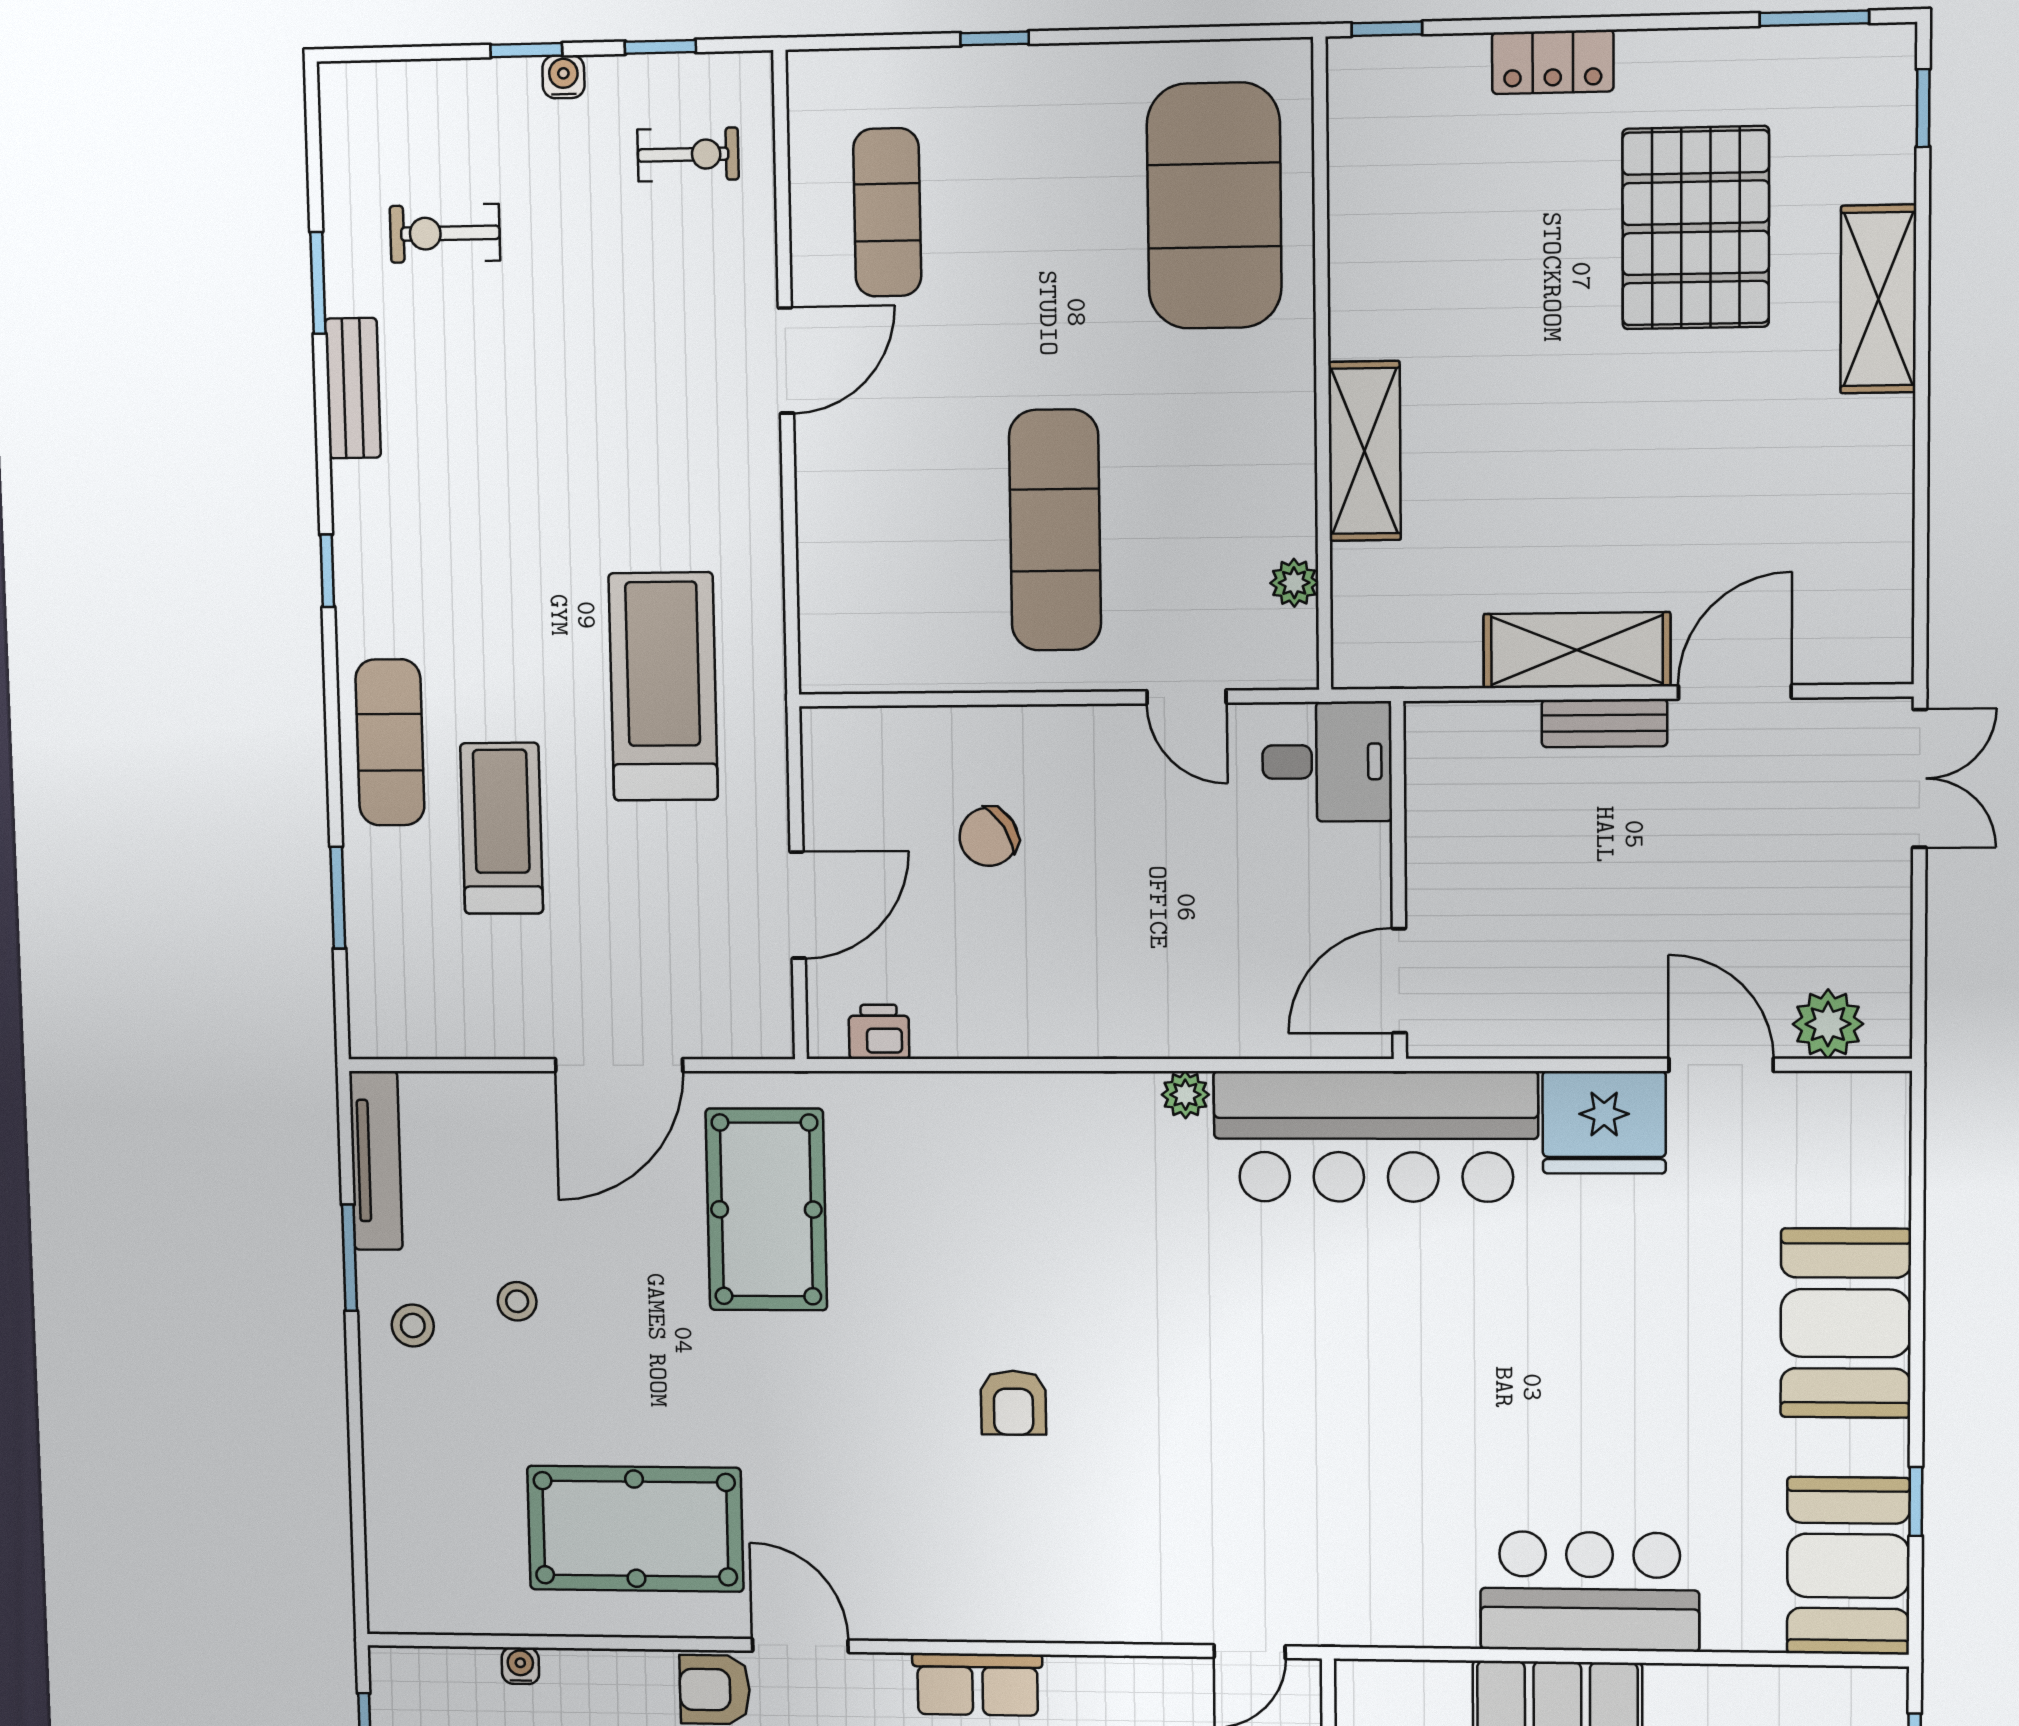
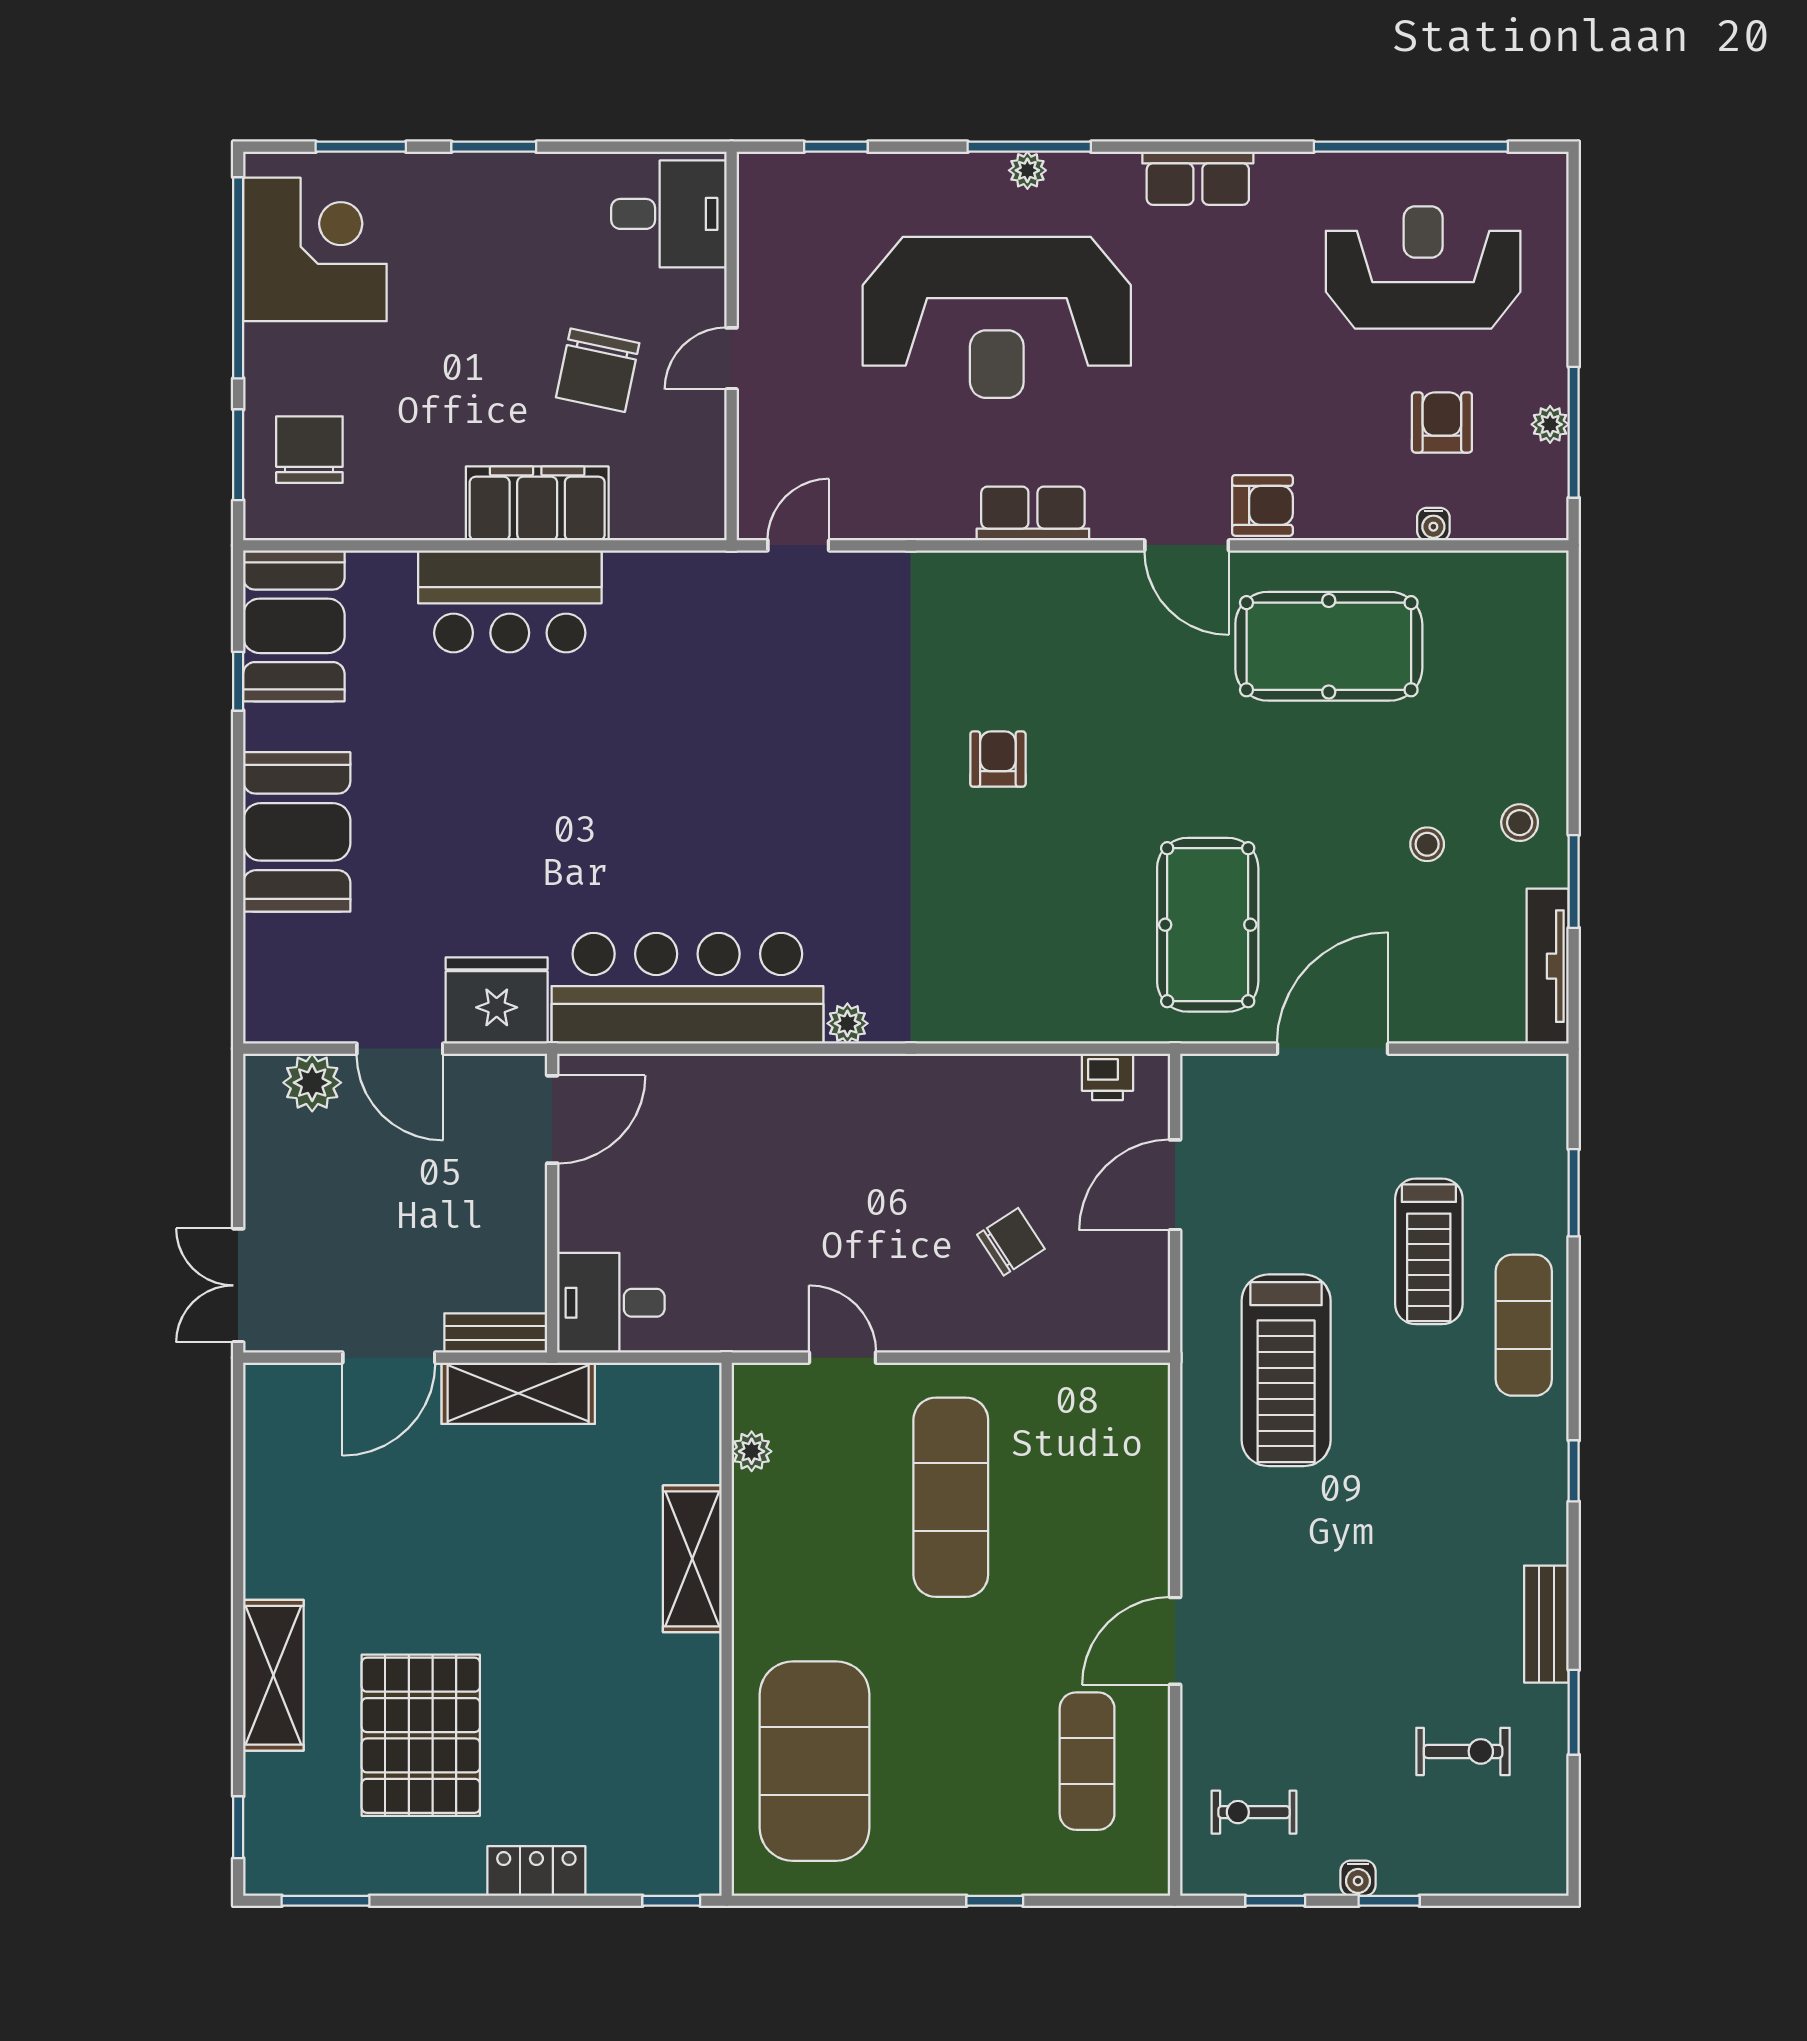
desk: (1327, 762) -> (611, 1303), moved
wall: (1398, 881) -> (552, 1203), moved
door: (1399, 981) -> (552, 1119), moved

